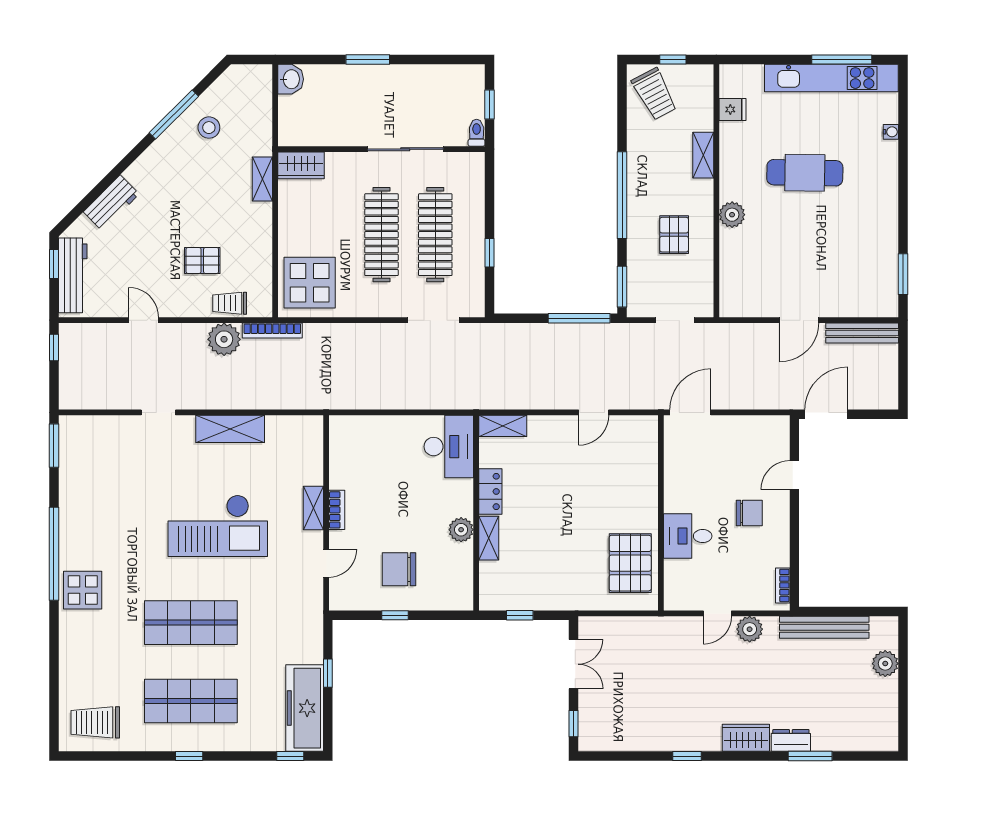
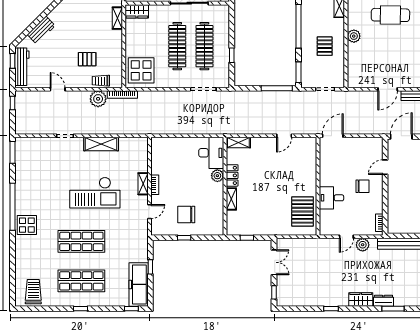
plant: (461, 530) -> (217, 176), moved
trolley: (95, 722) -> (33, 292), turned 90

